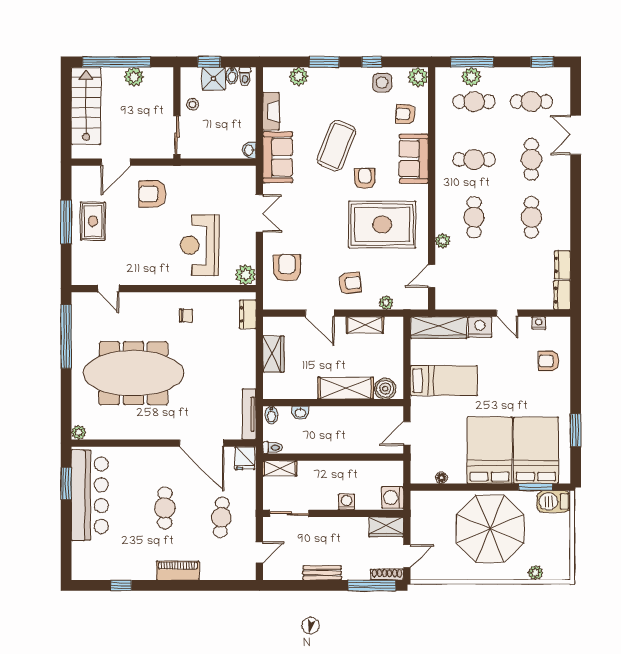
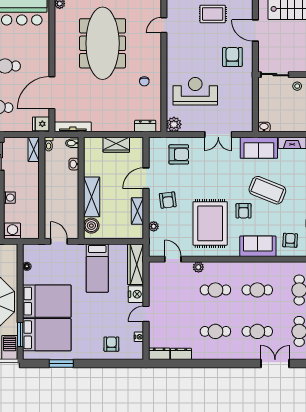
cafe table: (474, 159) -> (257, 290), turned 90
armchair: (365, 179) -> (244, 211), turned 90

